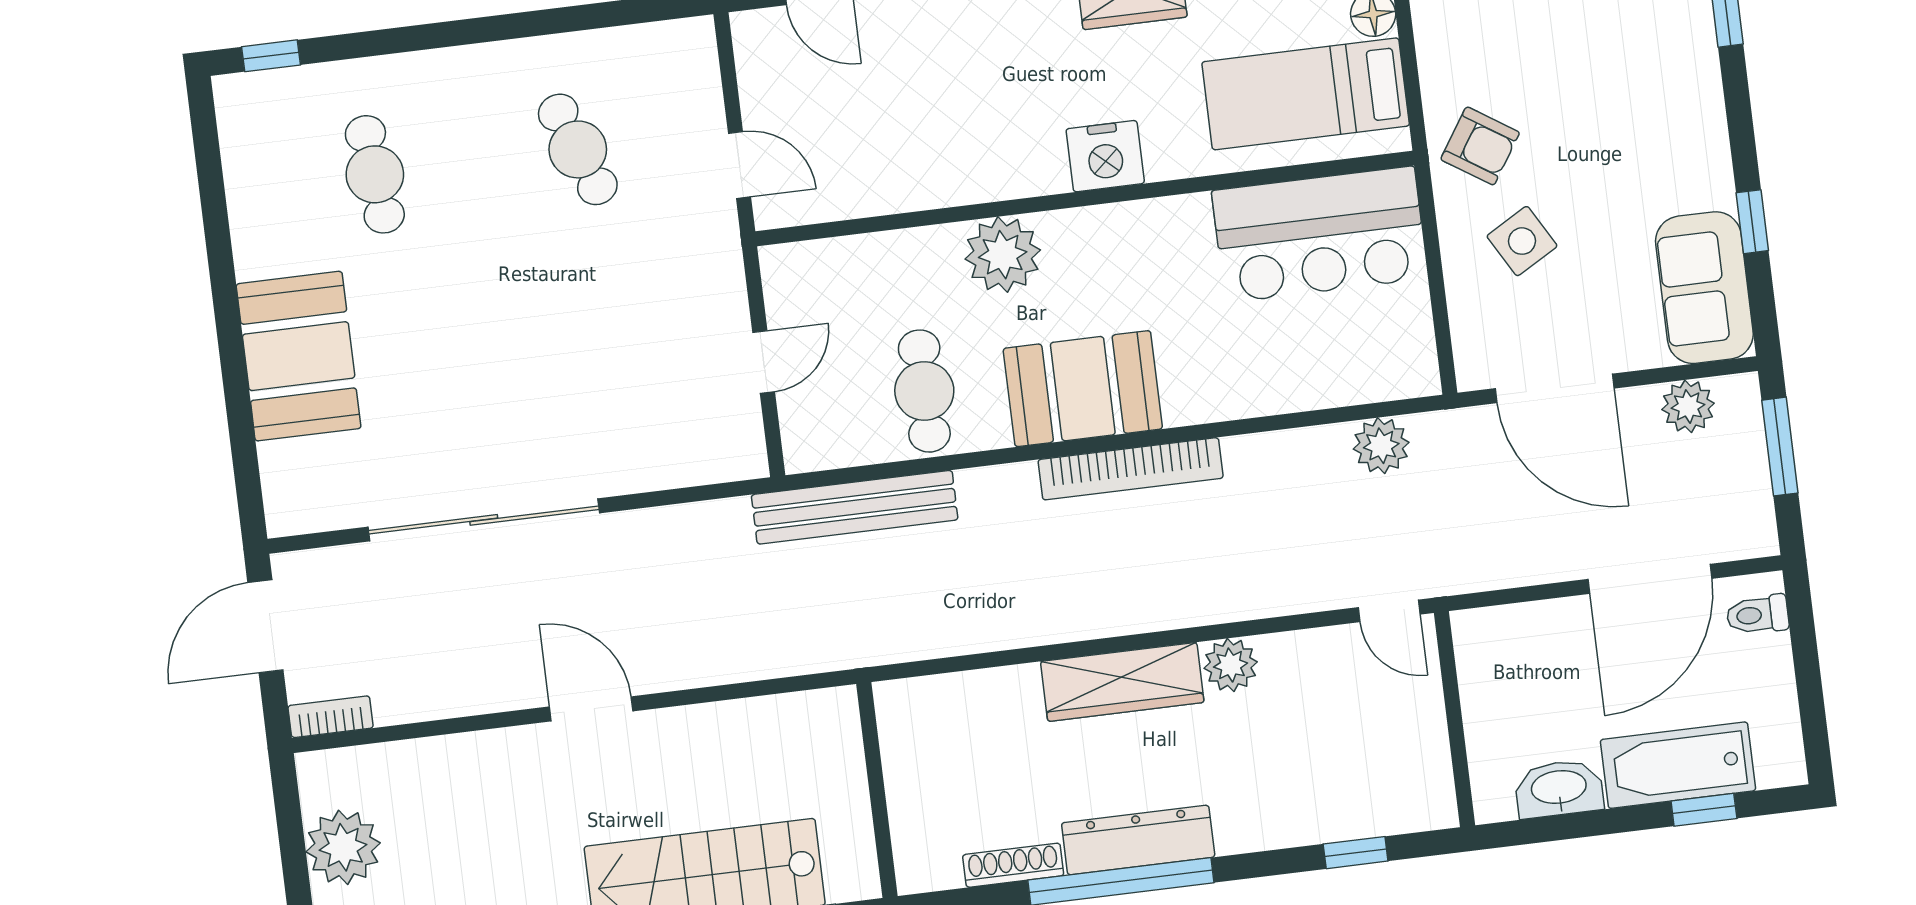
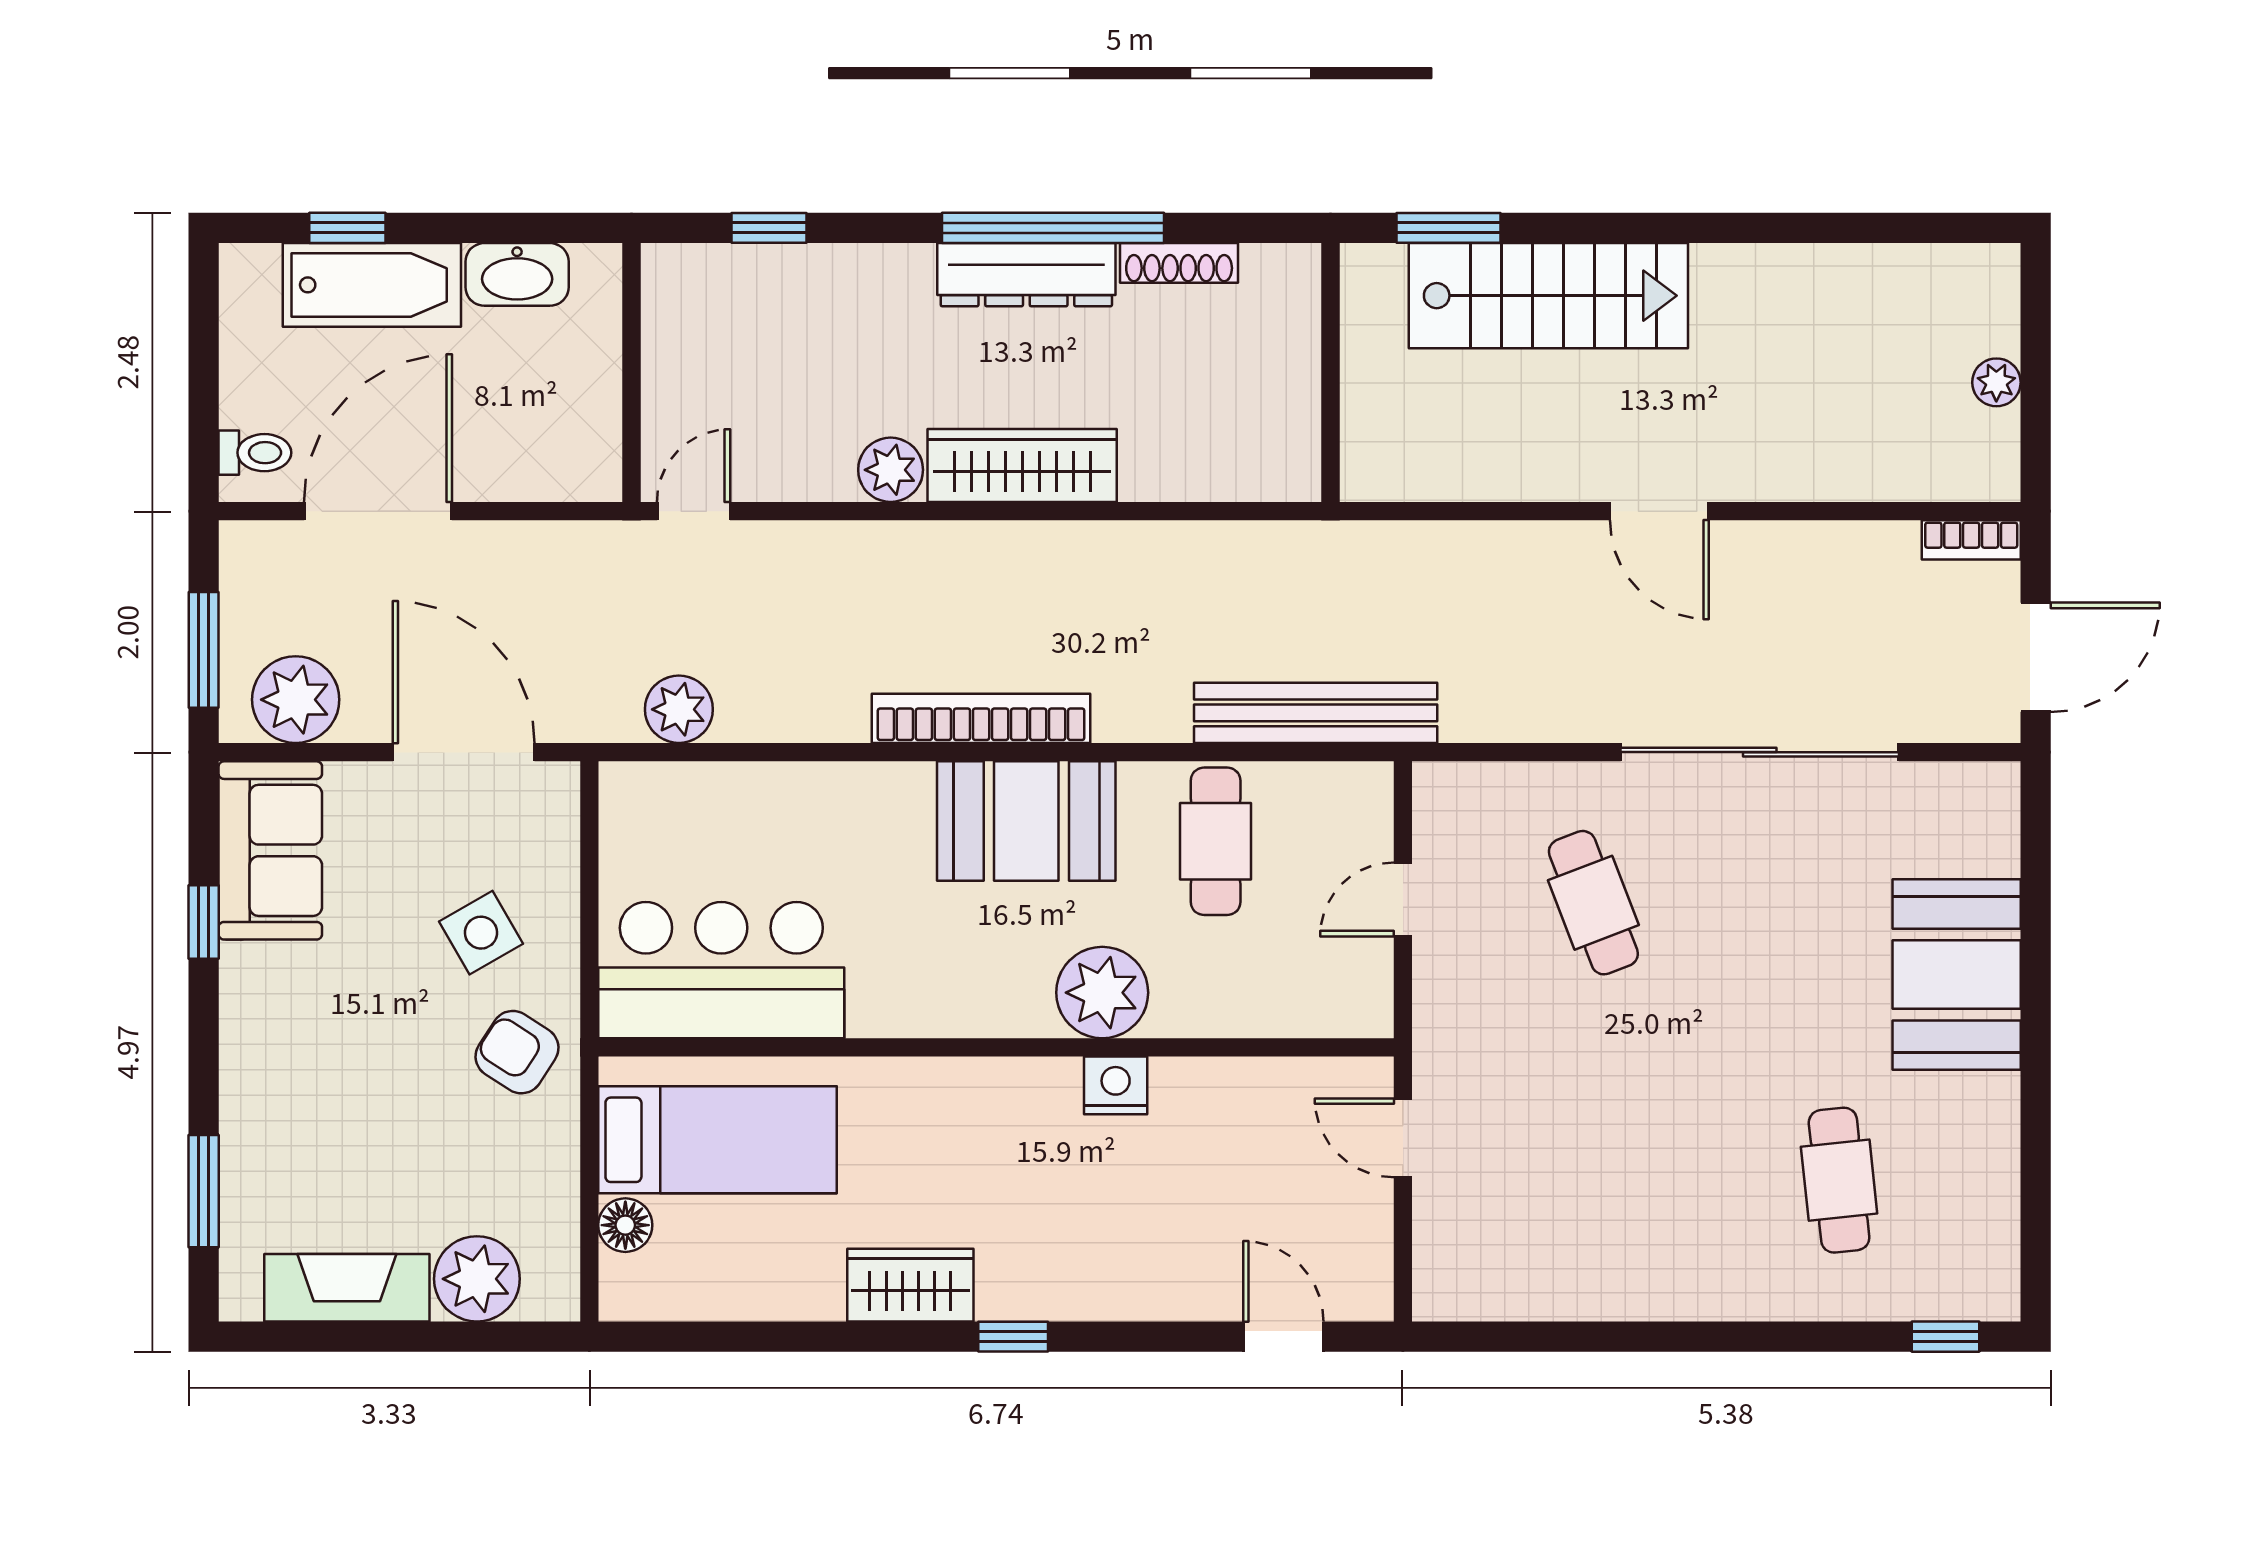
cafe table: (578, 149) -> (1593, 903), moved
nightstand: (1105, 156) -> (1116, 1085), moved, width x0.74, depth x0.75
plant: (1688, 406) -> (296, 700), width x1.36, depth x1.36
door: (1389, 611) -> (694, 511), hinge flipped
plant: (343, 847) -> (1996, 382), width x0.53, depth x0.53

